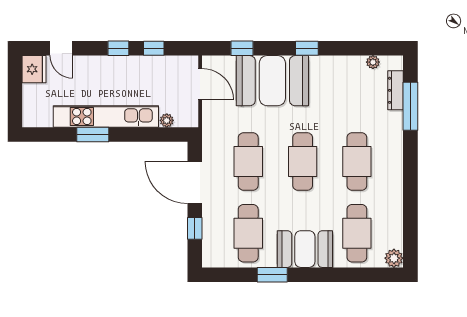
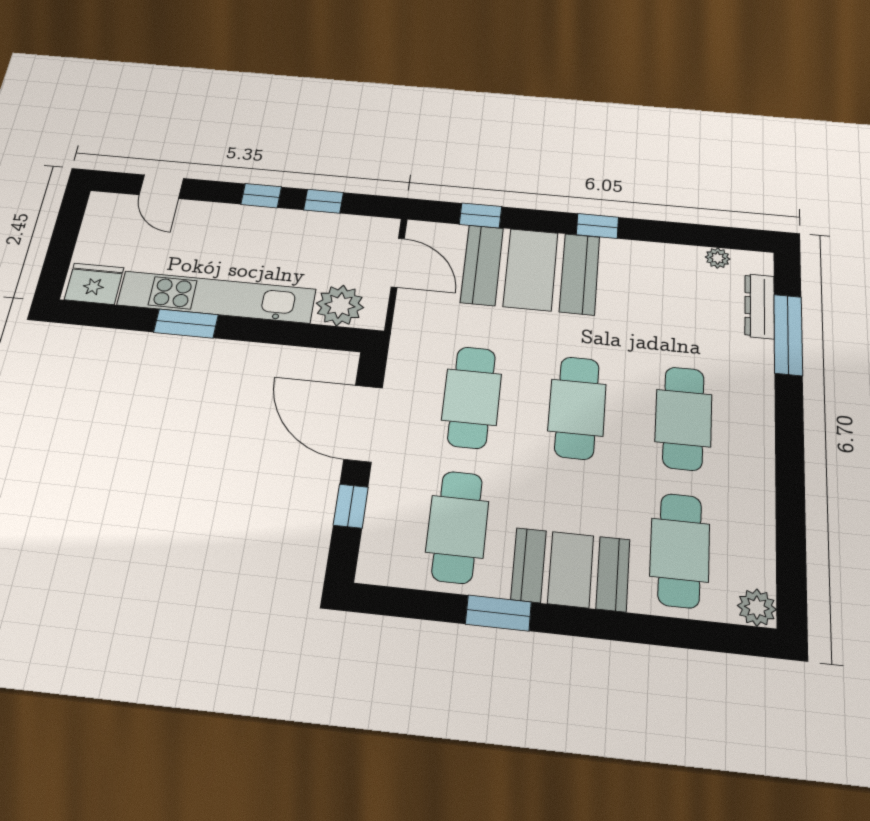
fridge: (34, 69) -> (94, 284), moved, turned -90
plant: (167, 120) -> (340, 305), width x1.87, depth x1.87

